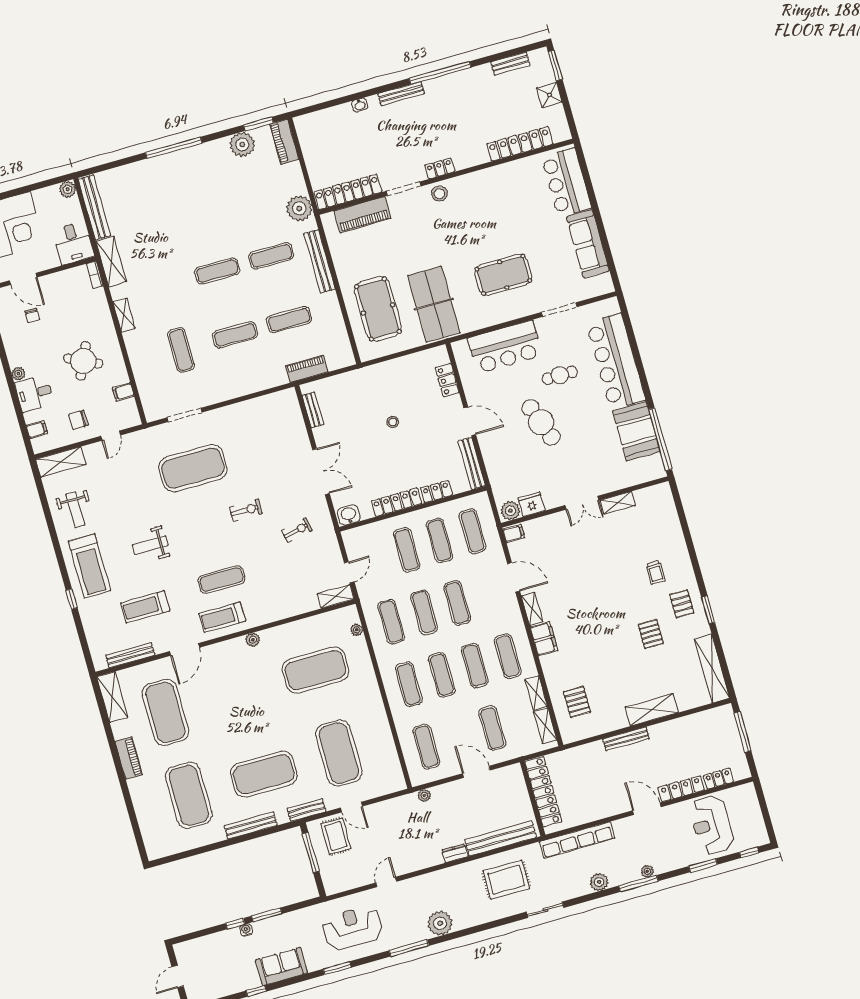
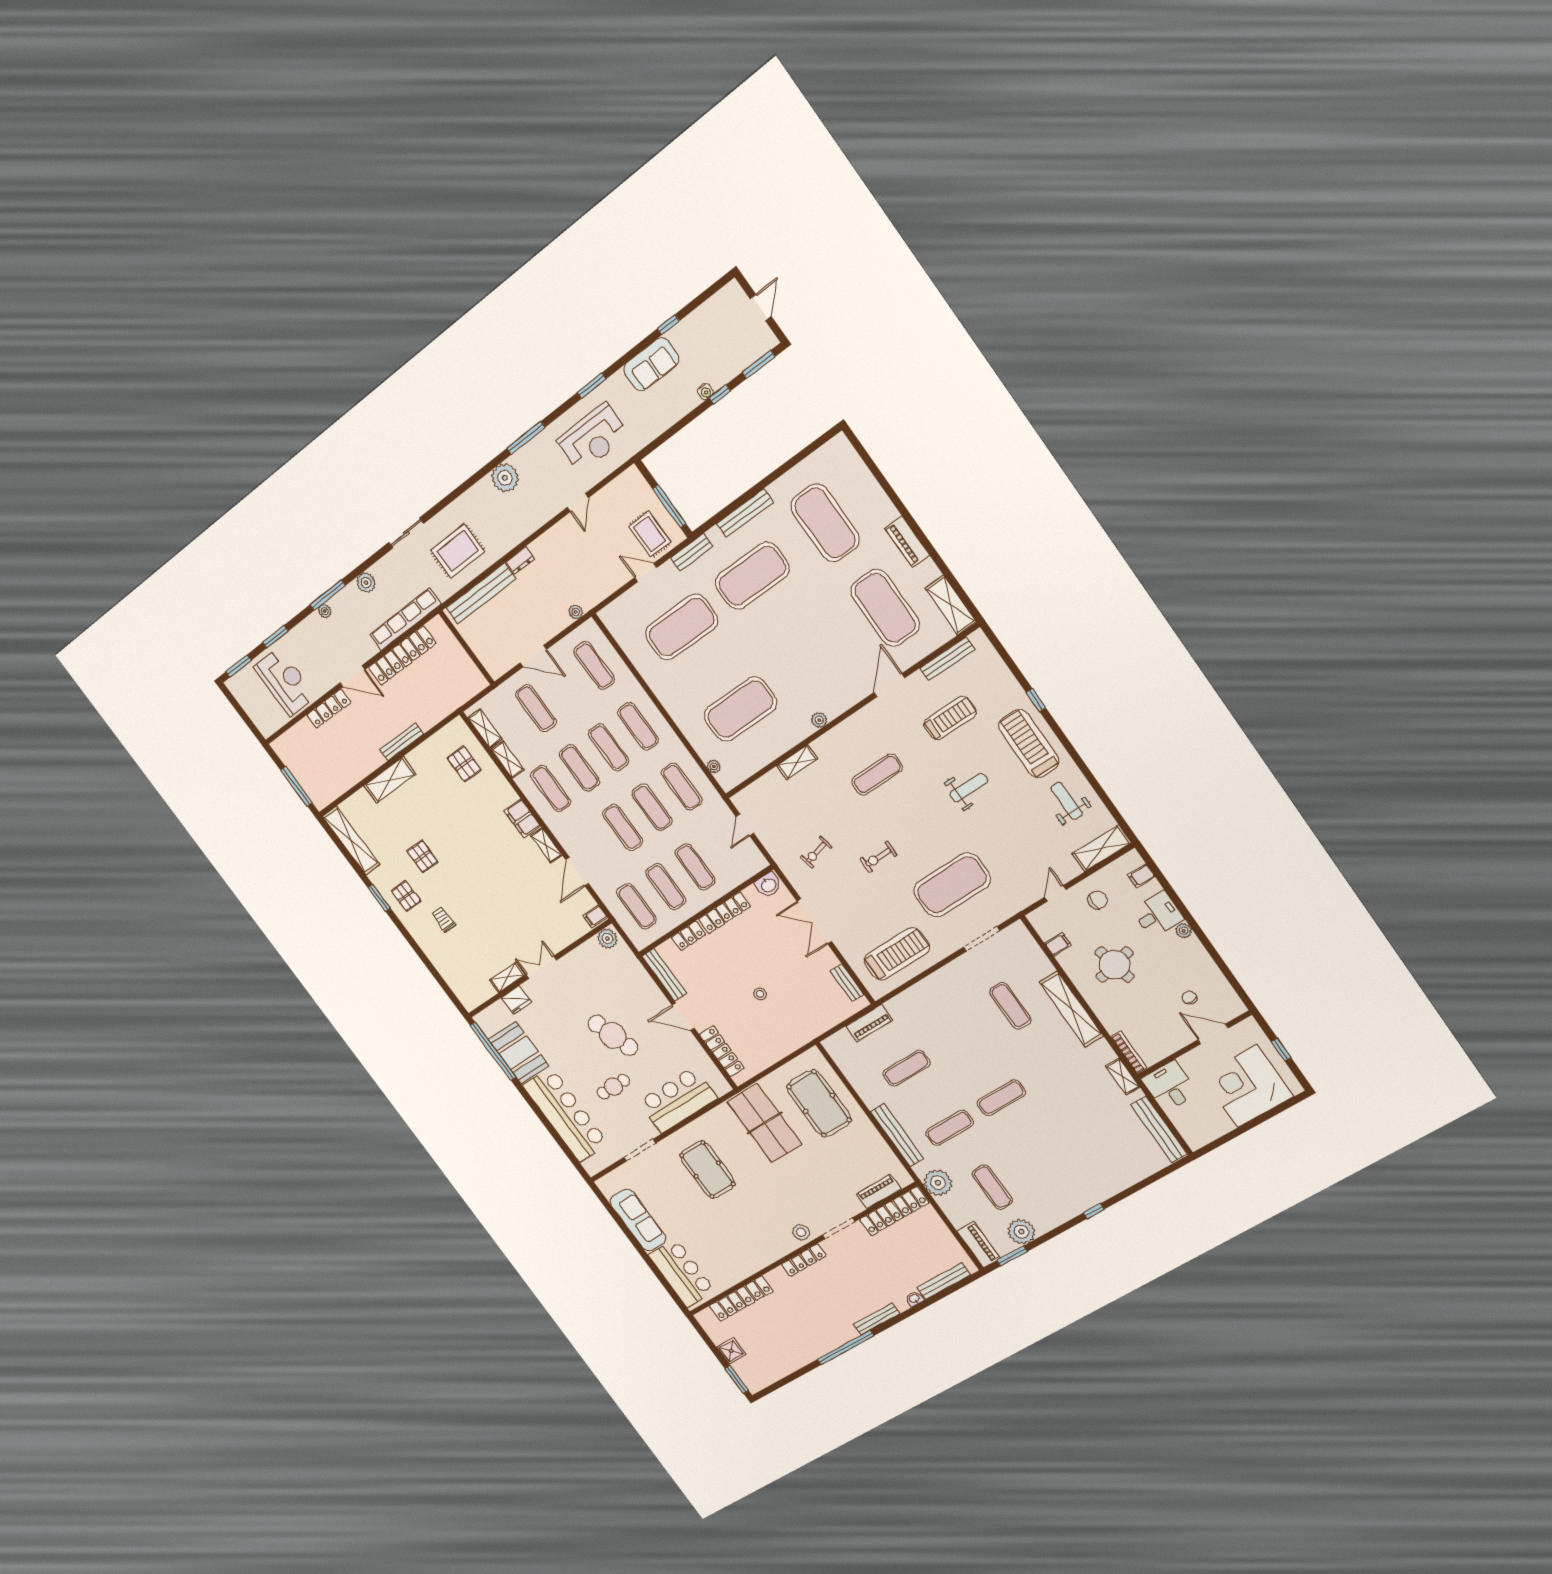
bench: (510, 64) -> (944, 1281), moved, width x1.36
window: (174, 148) -> (1094, 1211), width x0.32
locker: (440, 168) -> (804, 1260), width x1.53
plant: (68, 189) -> (1195, 1140), removed
piano: (362, 215) -> (879, 1192), width x0.73, depth x0.75
shelving: (111, 261) -> (1123, 1077), width x0.67, depth x0.75
bookcase: (95, 275) -> (1129, 1052), width x1.56
pool table: (503, 275) -> (707, 1170), turned 90
shelving: (124, 315) -> (1071, 1009), width x2.20, depth x1.33
exercise mat: (235, 335) -> (992, 1187), moved, turned 90
round table: (83, 361) -> (1114, 965), turned -38
locker: (447, 380) -> (722, 1051), width x1.53
fridge: (532, 504) -> (516, 1000), moved
door: (514, 577) -> (577, 872), hinge flipped
shelving: (336, 596) -> (797, 762), moved
treadmill: (222, 617) -> (897, 954), moved, width x1.37, depth x1.37
exercise mat: (339, 753) -> (682, 627), turned 90
locker: (718, 779) -> (299, 731), removed
locker: (543, 792) -> (402, 655), moved, turned -90
window: (749, 852) -> (238, 666), width x1.50
window: (267, 915) -> (759, 364), moved

